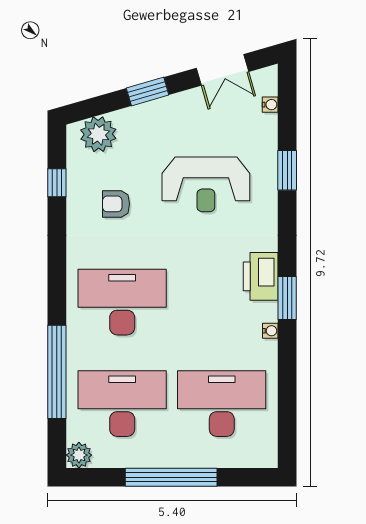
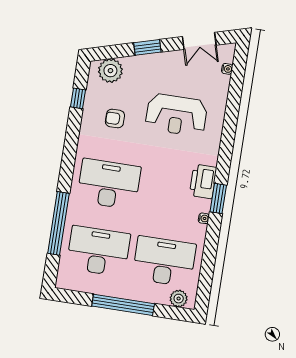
window: (287, 170) -> (232, 114), removed
plant: (79, 455) -> (179, 299), moved

